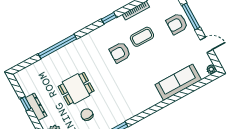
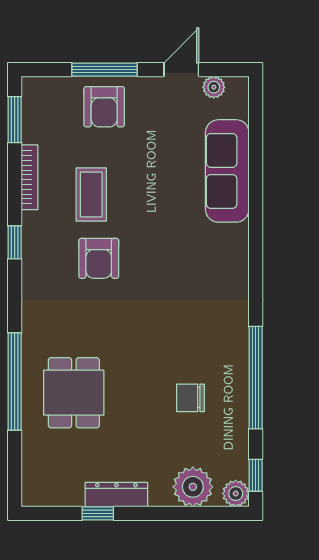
plant: (211, 69) -> (214, 87), moved
dining table: (76, 89) -> (74, 393), moved

